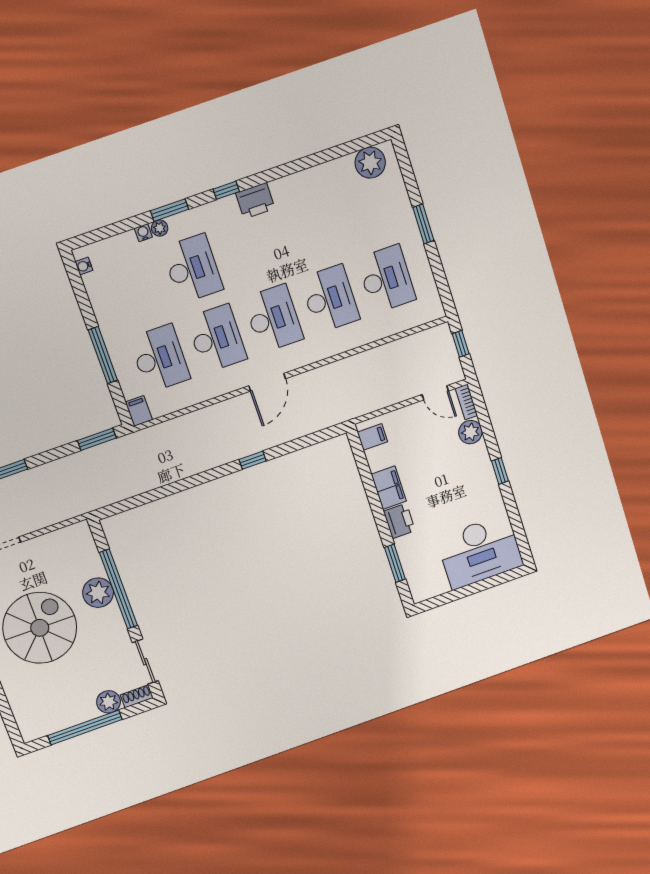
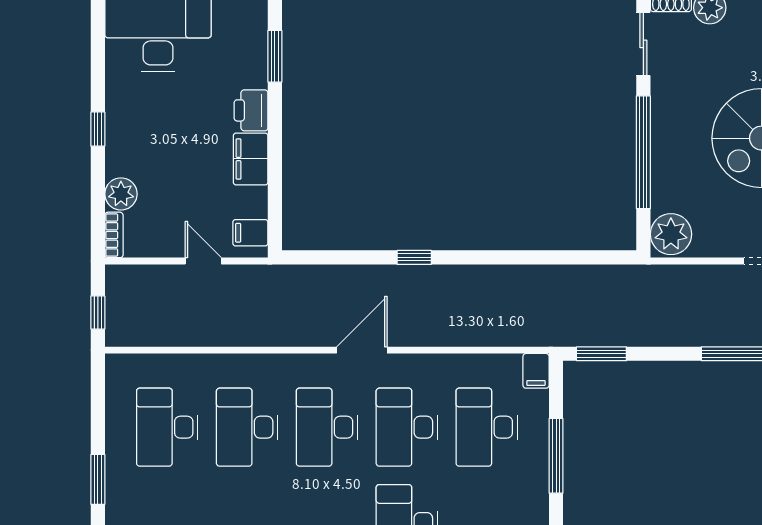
door: (435, 393) -> (203, 261), moved
plant: (98, 593) -> (671, 234), moved

